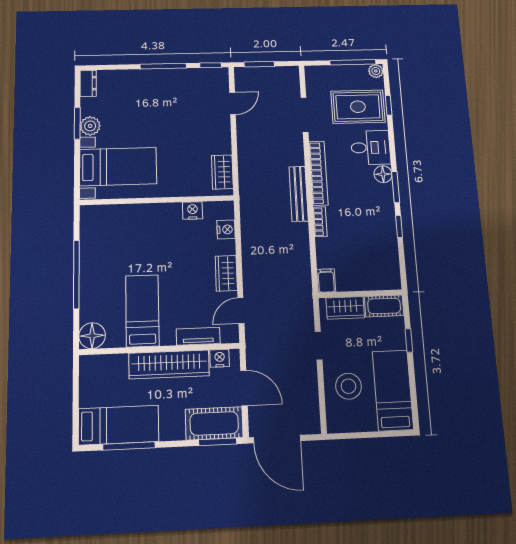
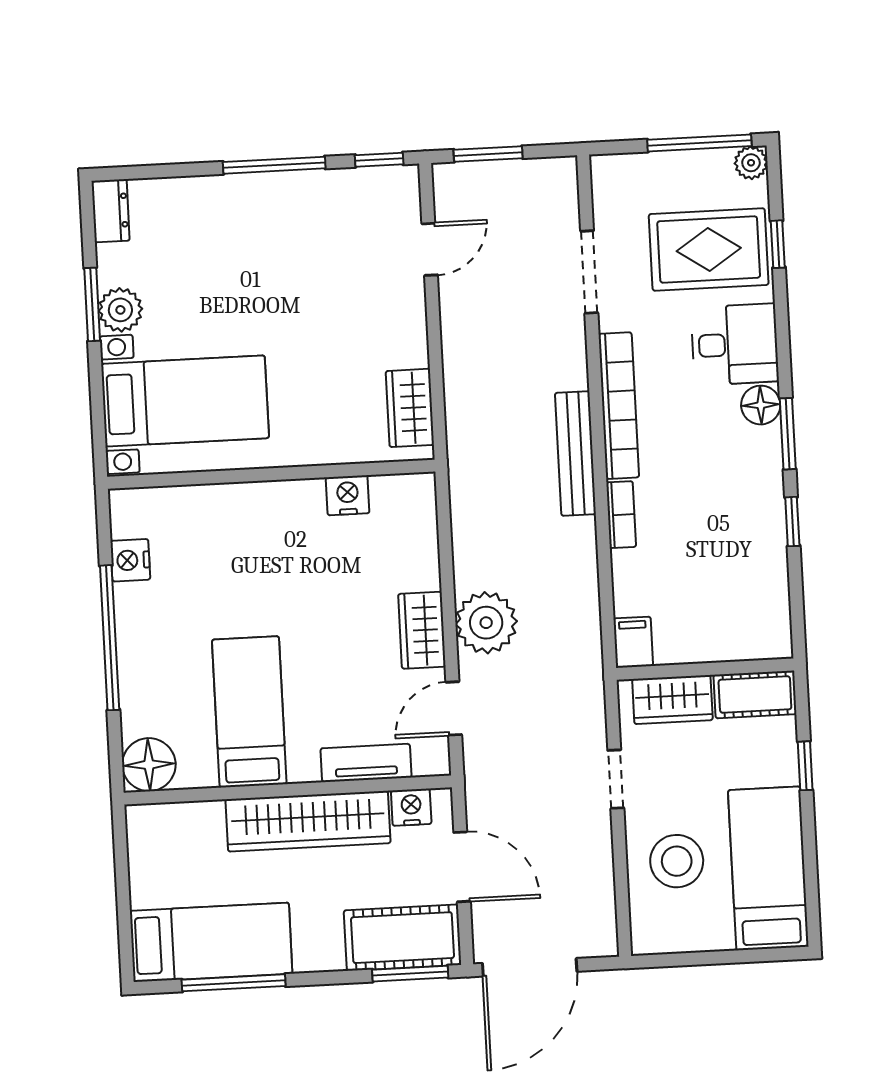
nightstand: (226, 229) -> (130, 560), moved, turned 180
plant: (257, 270) -> (486, 623), added
door: (277, 439) -> (530, 967), hinge flipped

